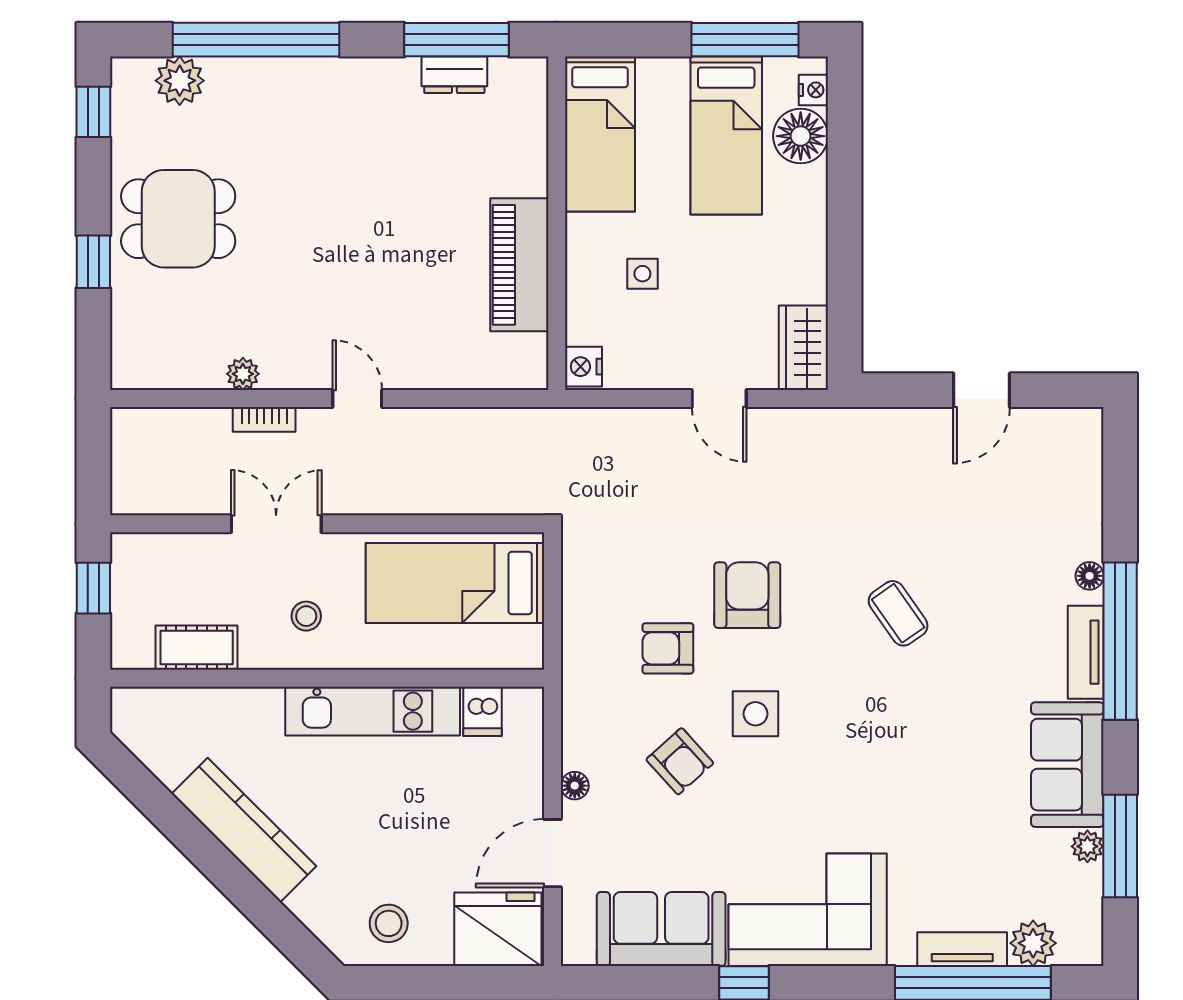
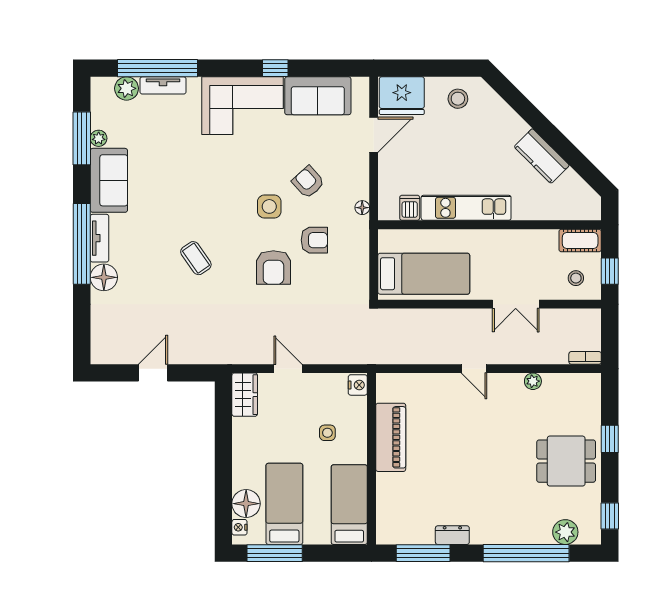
dresser: (454, 75) -> (452, 535), moved
bookcase: (264, 419) -> (585, 358), moved
floor lamp: (1090, 576) -> (104, 277), width x1.89, depth x1.89
stool: (306, 616) -> (576, 278), moved
cot: (197, 648) -> (580, 241), moved
floor lamp: (575, 786) -> (362, 208), moved
kitchen counter: (244, 830) -> (542, 156), width x0.67

